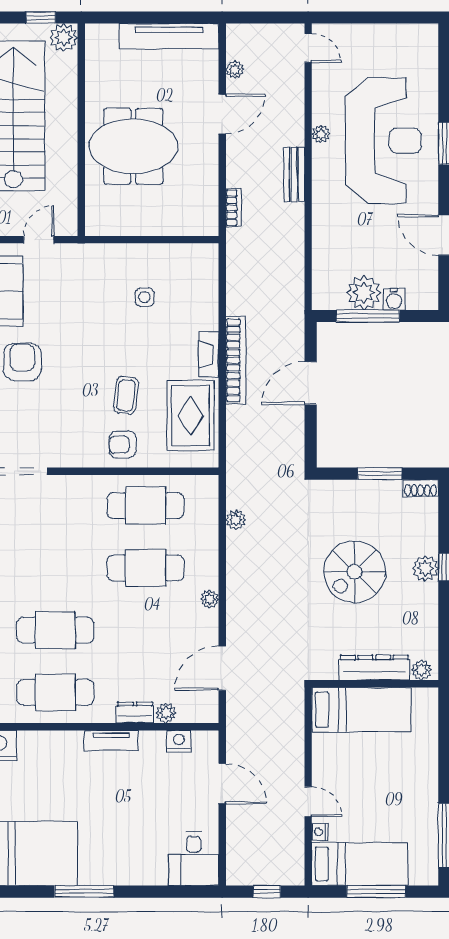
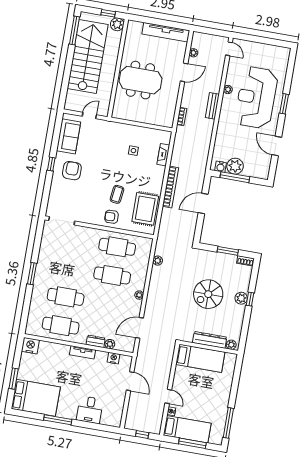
reception desk: (383, 141) -> (256, 98), turned 180
water cooler: (394, 299) -> (221, 167), moved
fireplace: (209, 354) -> (163, 155), moved
desk: (194, 859) -> (90, 410), moved

